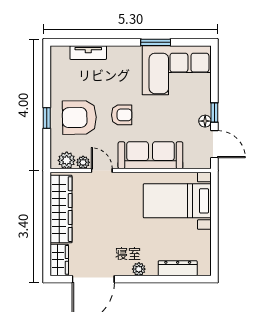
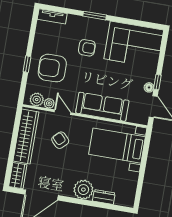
window: (156, 42) -> (95, 16), moved
tv unit: (88, 53) -> (52, 16), moved
armchair: (122, 115) -> (87, 48), moved
armchair: (105, 206) -> (60, 140), added
dresser: (178, 268) -> (104, 197), width x0.70
plant: (139, 269) -> (83, 190), width x1.88, depth x1.88

